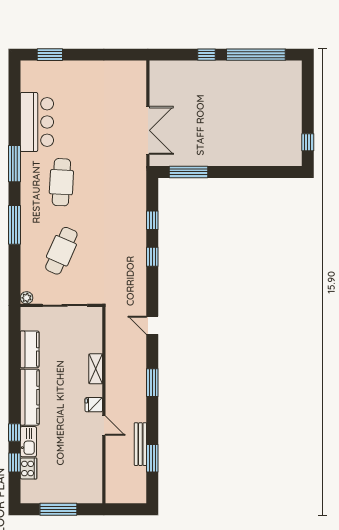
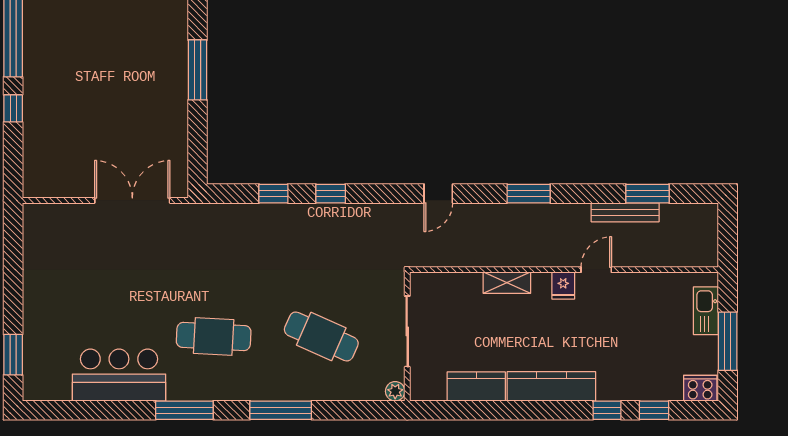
window: (189, 172) -> (197, 70), moved
kitchen sink: (28, 442) -> (706, 311), moved, turned -90
cooker: (29, 469) -> (700, 388), moved

